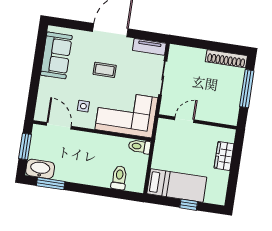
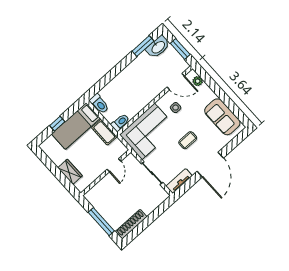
plant: (42, 106) -> (198, 81), added
cot: (161, 154) -> (104, 132), added
toilet: (119, 178) -> (99, 104), moved

